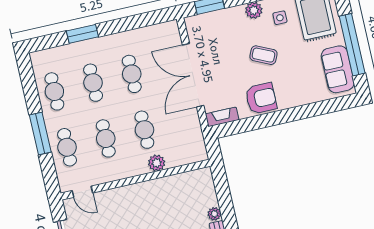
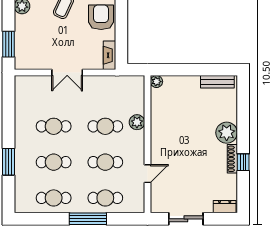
double door: (193, 75) -> (67, 73), width x0.54
door: (82, 192) -> (147, 174), moved
plant: (214, 214) -> (156, 82), moved

